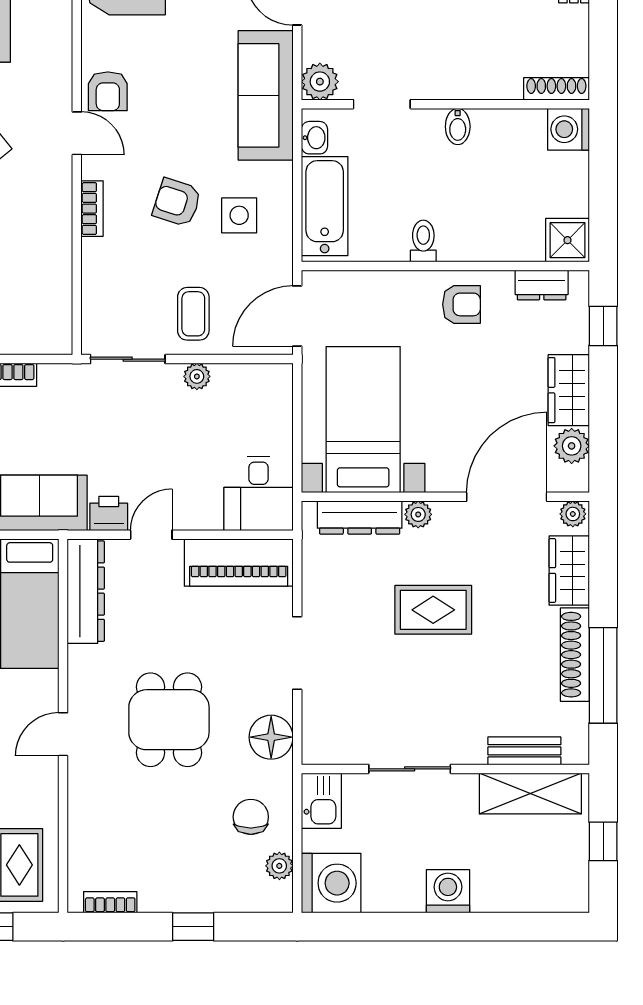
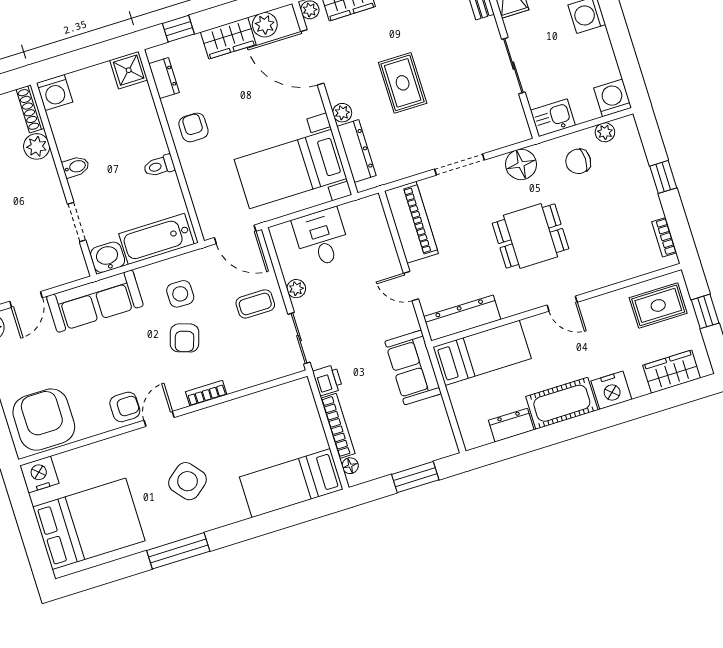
plant: (320, 82) -> (37, 146), moved
washbasin: (314, 138) -> (108, 257), width x1.38, depth x1.45
desk: (259, 493) -> (321, 238), moved, turned -90
printer: (109, 513) -> (328, 380), moved, turned 180
washing machine: (331, 883) -> (613, 98), width x0.73, depth x0.73

